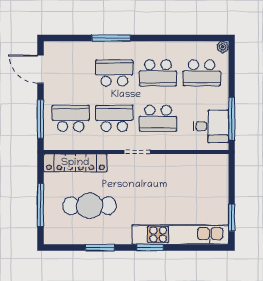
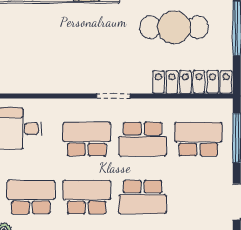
school desk: (71, 118) -> (198, 139), turned 180

